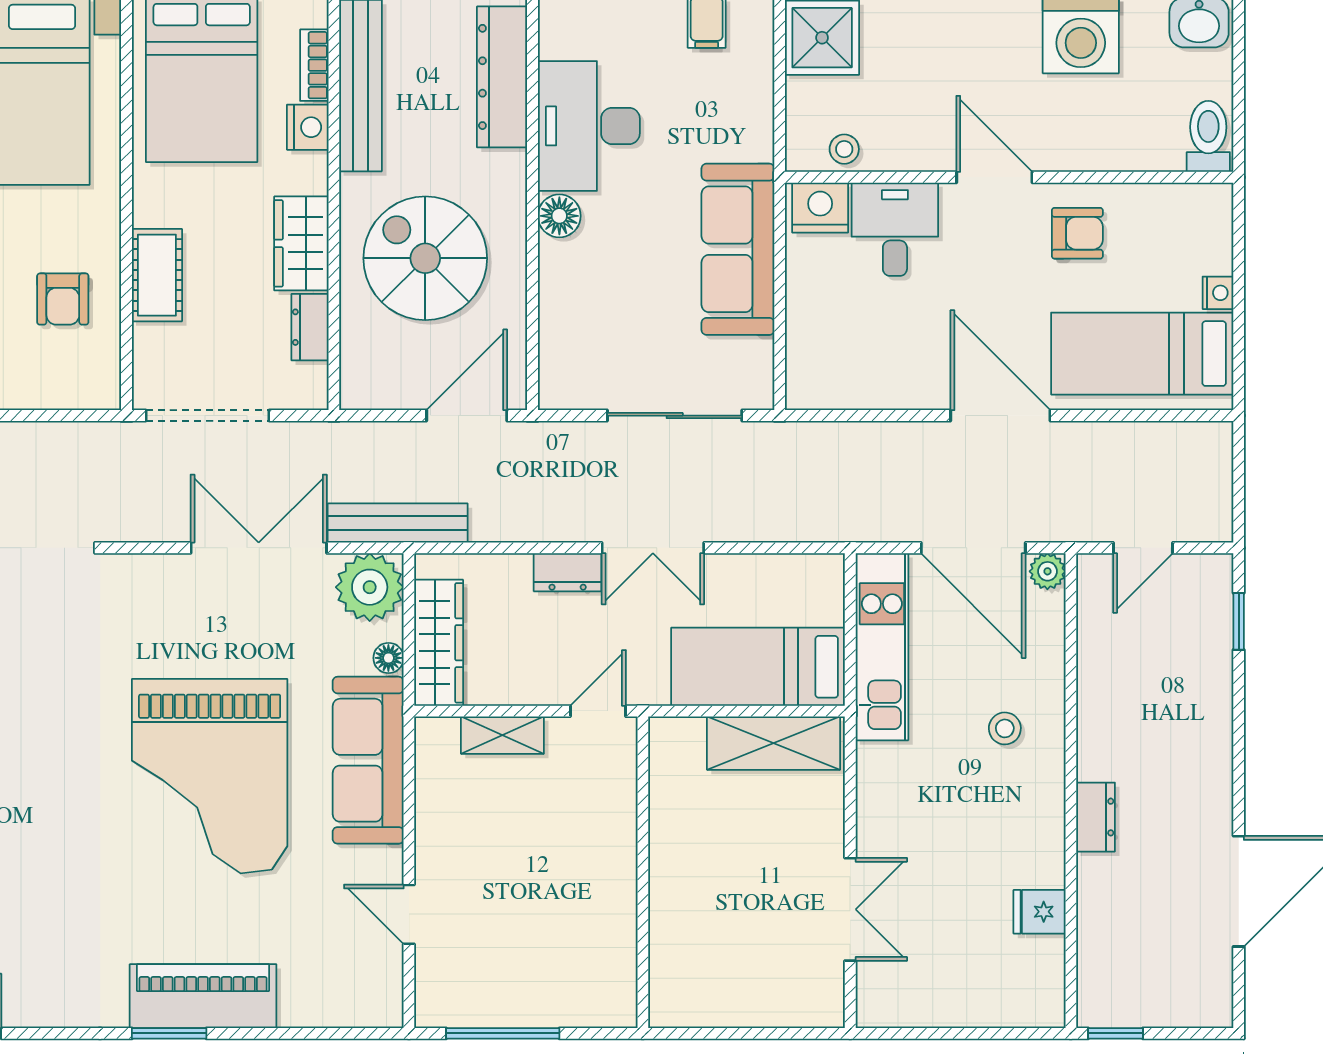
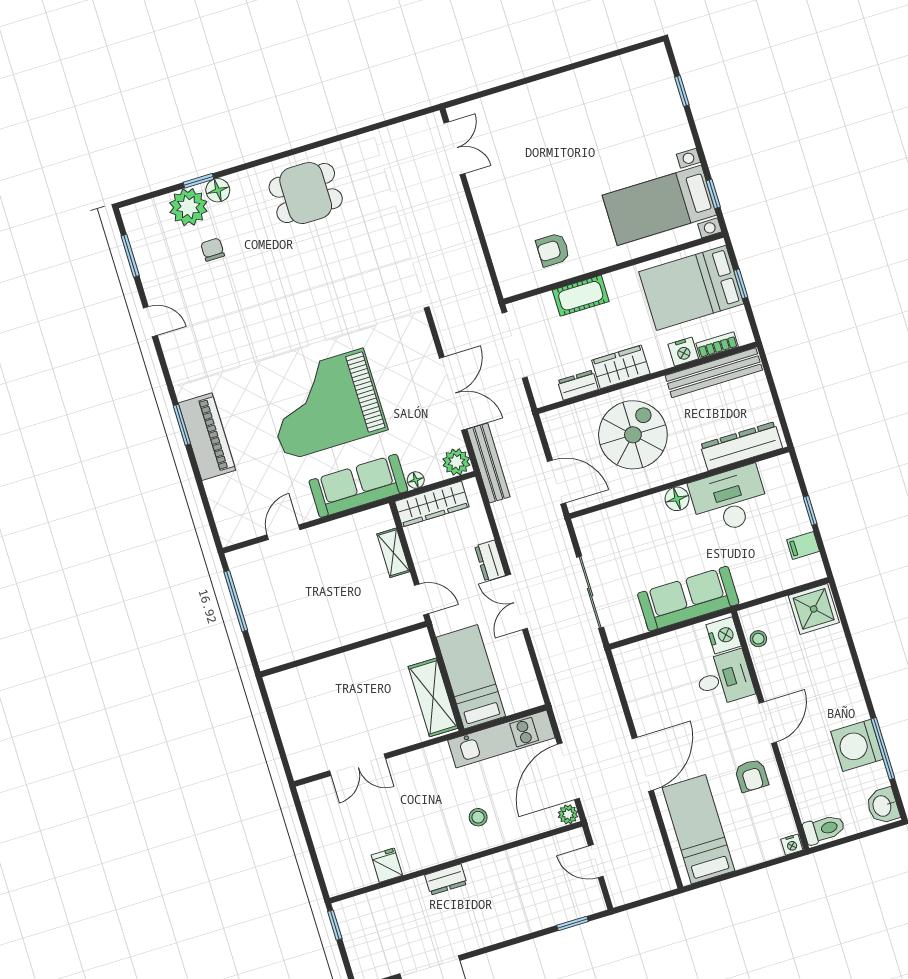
nightstand: (1218, 293) -> (792, 845), moved
plant: (370, 587) -> (456, 462), width x0.73, depth x0.73

